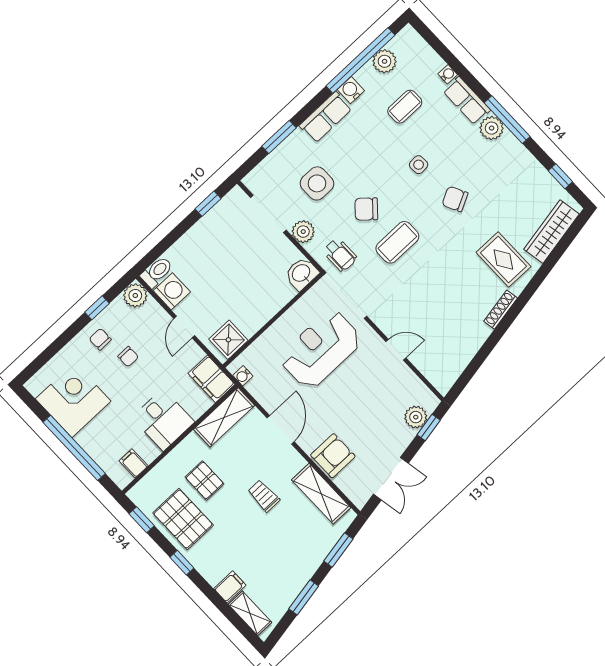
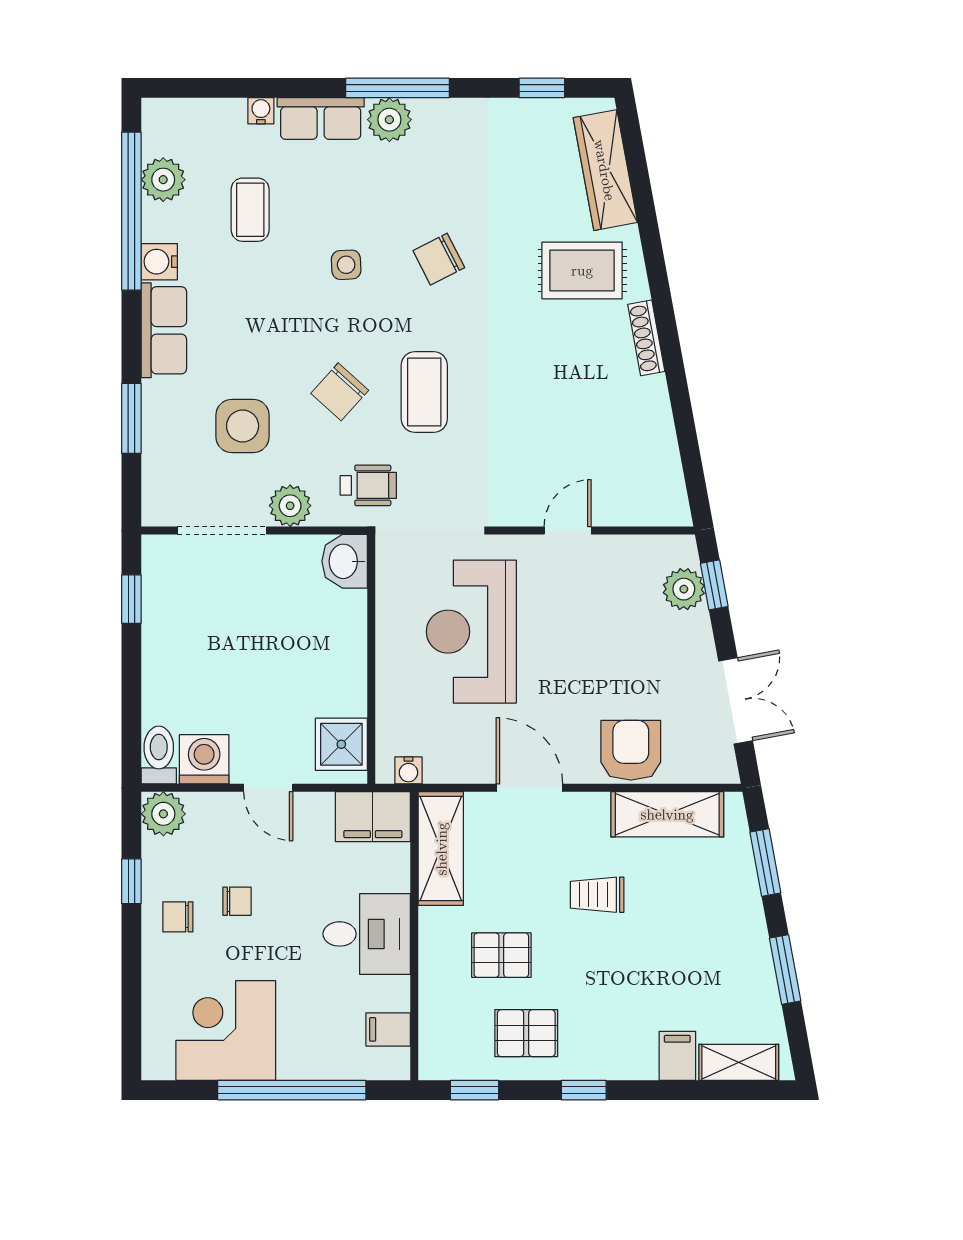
pallet: (183, 519) -> (526, 1033), width x0.67, depth x0.71

